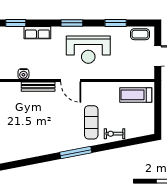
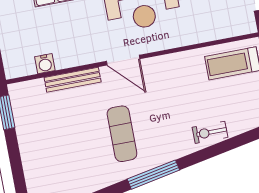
exercise mat: (91, 122) -> (122, 134), moved

